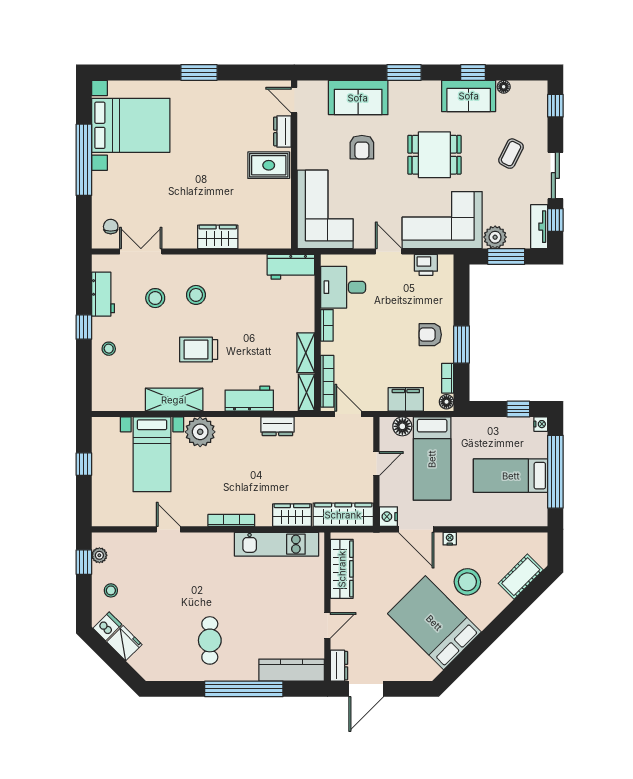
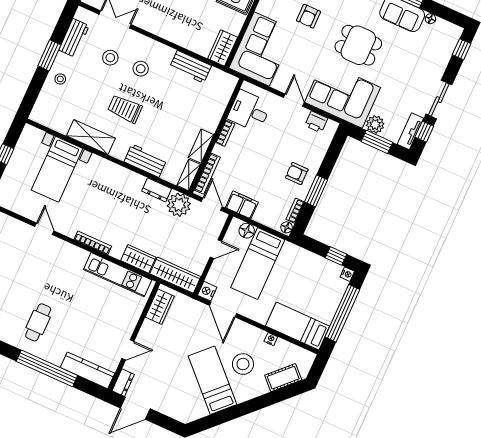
coffee table: (511, 154) -> (414, 69), removed
wardrobe: (218, 237) -> (223, 48), moved, turned -90
workbench: (291, 267) -> (190, 67), moved
window: (84, 327) -> (49, 55), width x1.50
filing cabinet: (406, 399) -> (242, 205), moved
plant: (200, 432) -> (179, 205), moved
bed: (511, 476) -> (298, 326), moved
nightstand: (450, 539) -> (271, 339), moved
wardrobe: (342, 569) -> (160, 307), width x0.67
bed: (434, 623) -> (213, 380), width x0.67

